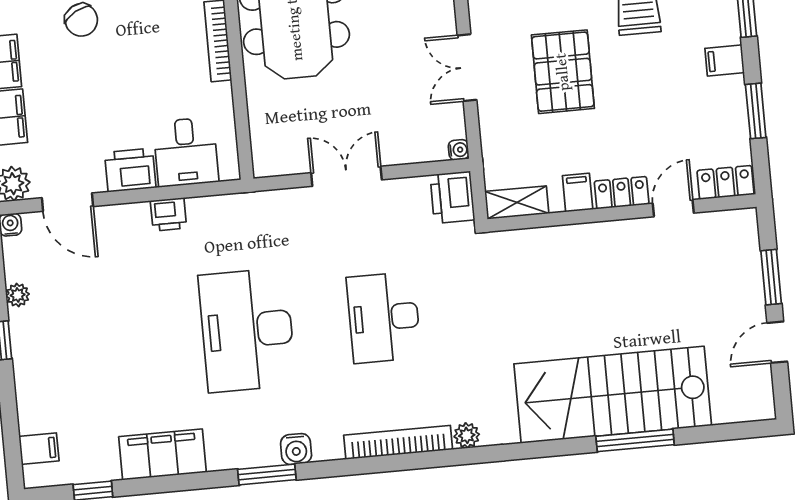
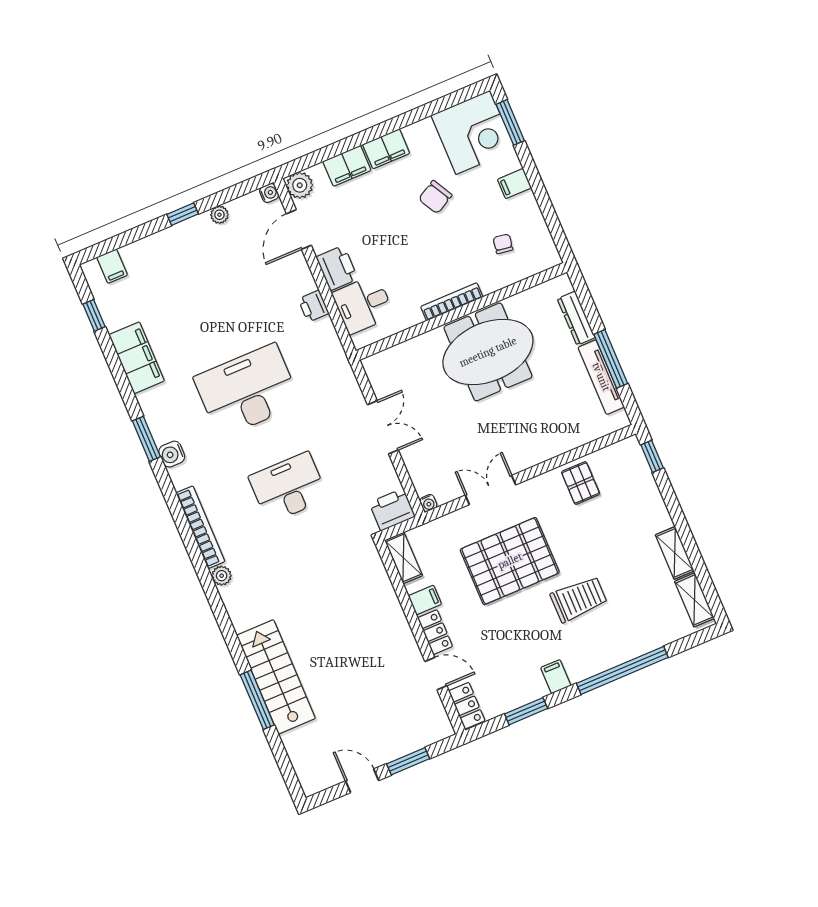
pallet: (563, 72) -> (510, 561), width x1.37, depth x1.41
stairs: (613, 395) -> (276, 677), width x0.73, depth x0.66

